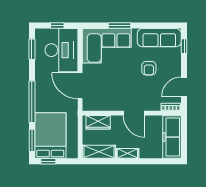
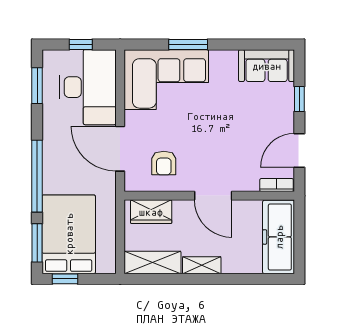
sofa: (159, 38) -> (267, 66), width x0.73
window: (184, 46) -> (299, 99), moved
armchair: (149, 68) -> (164, 163), moved

